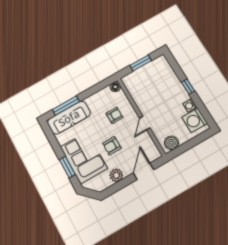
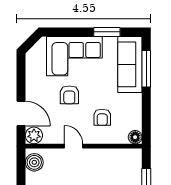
armchair: (112, 146) -> (69, 95), turned 180
window: (67, 167) -> (107, 32), moved
plant: (116, 175) -> (34, 135), moved

